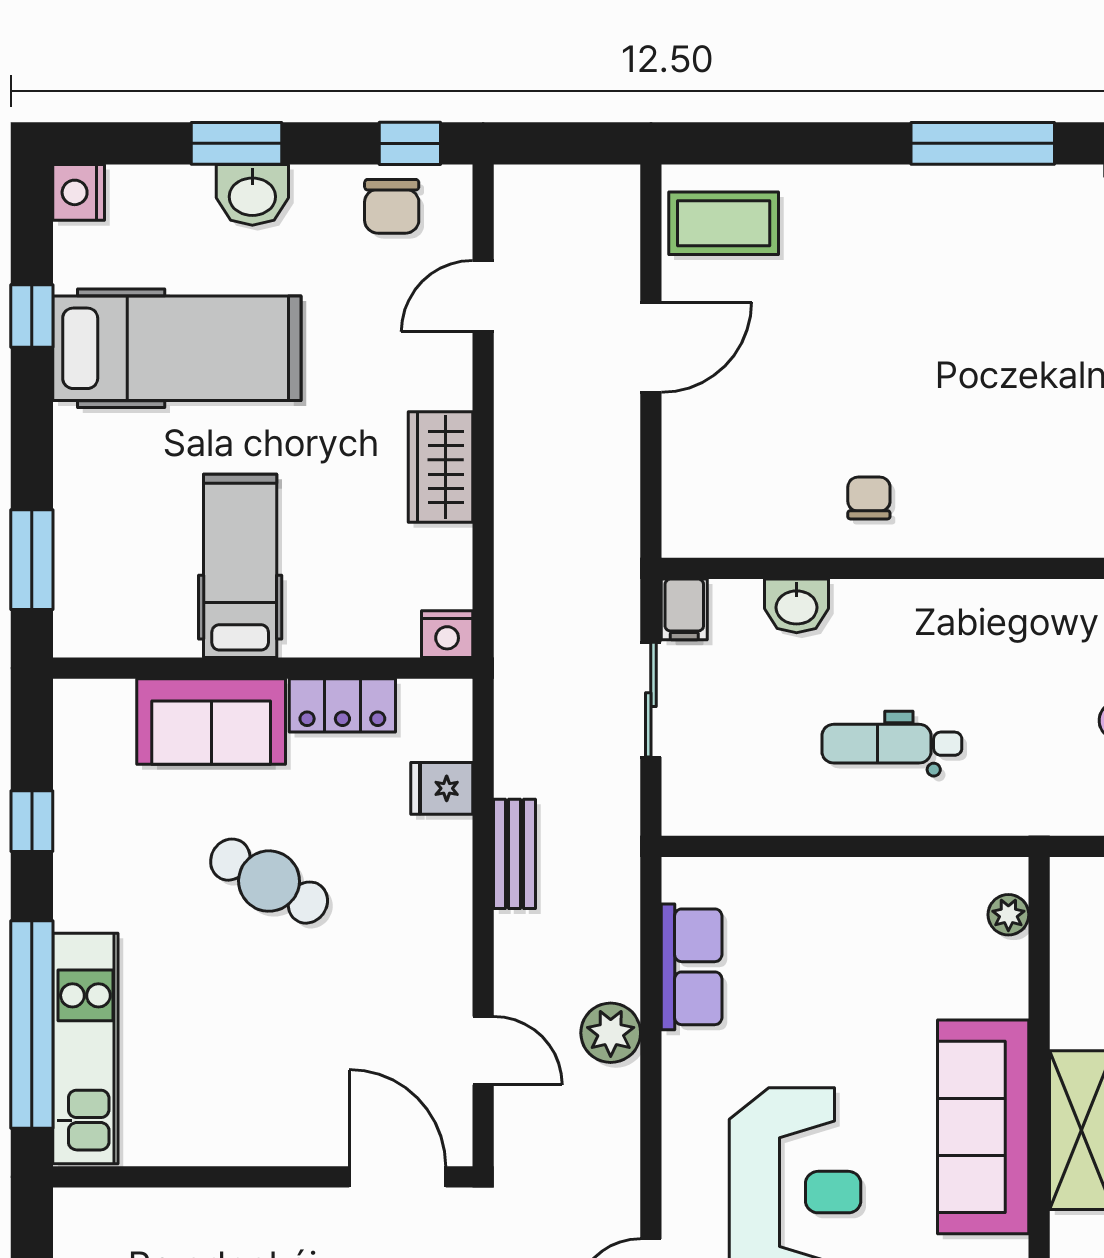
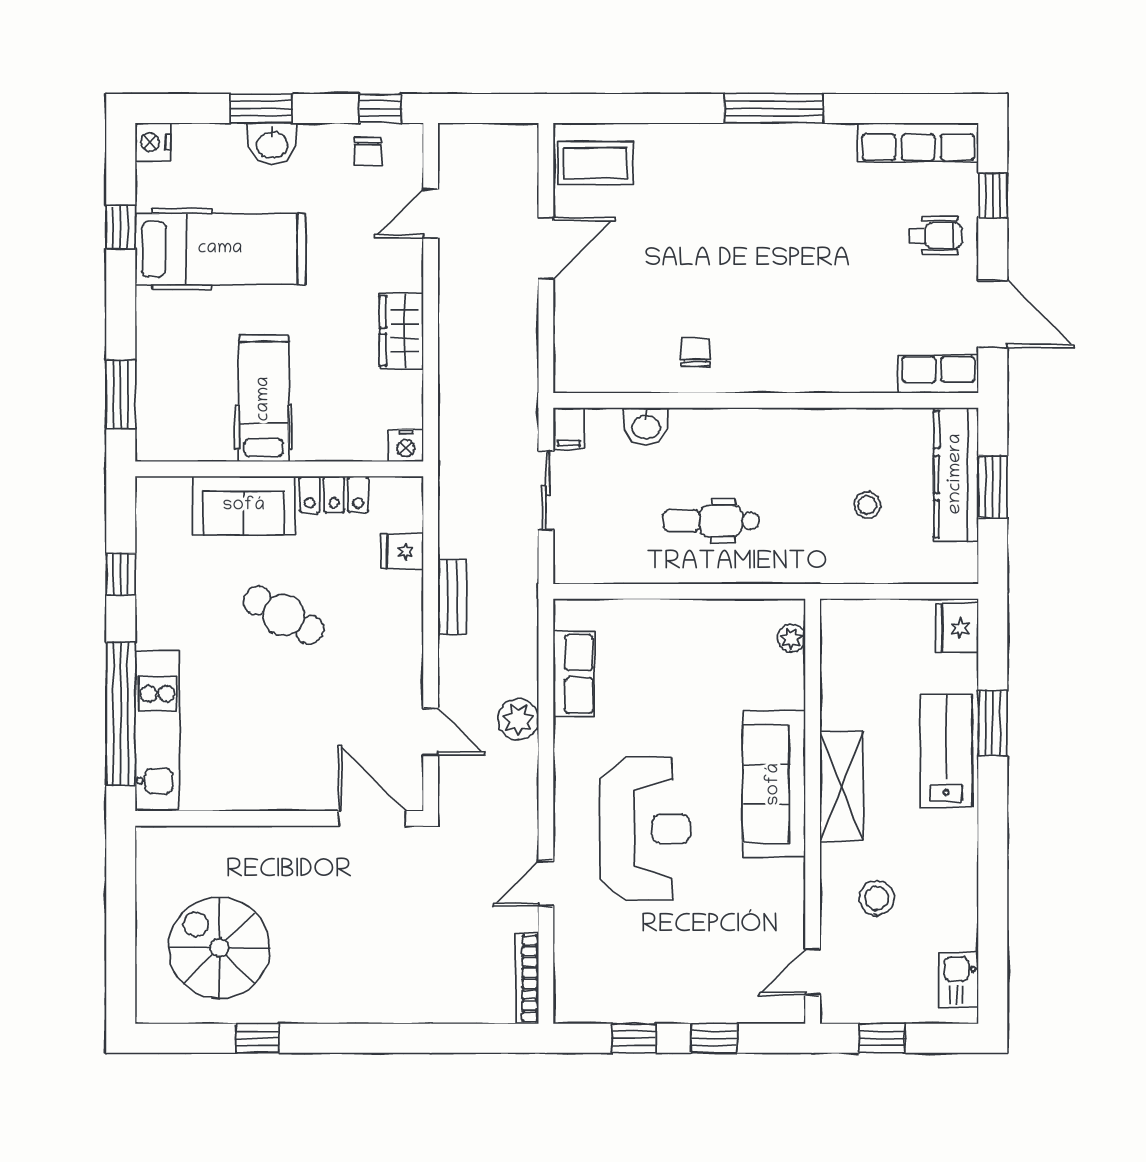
chair: (392, 206) -> (368, 152), width x0.73, depth x0.73

